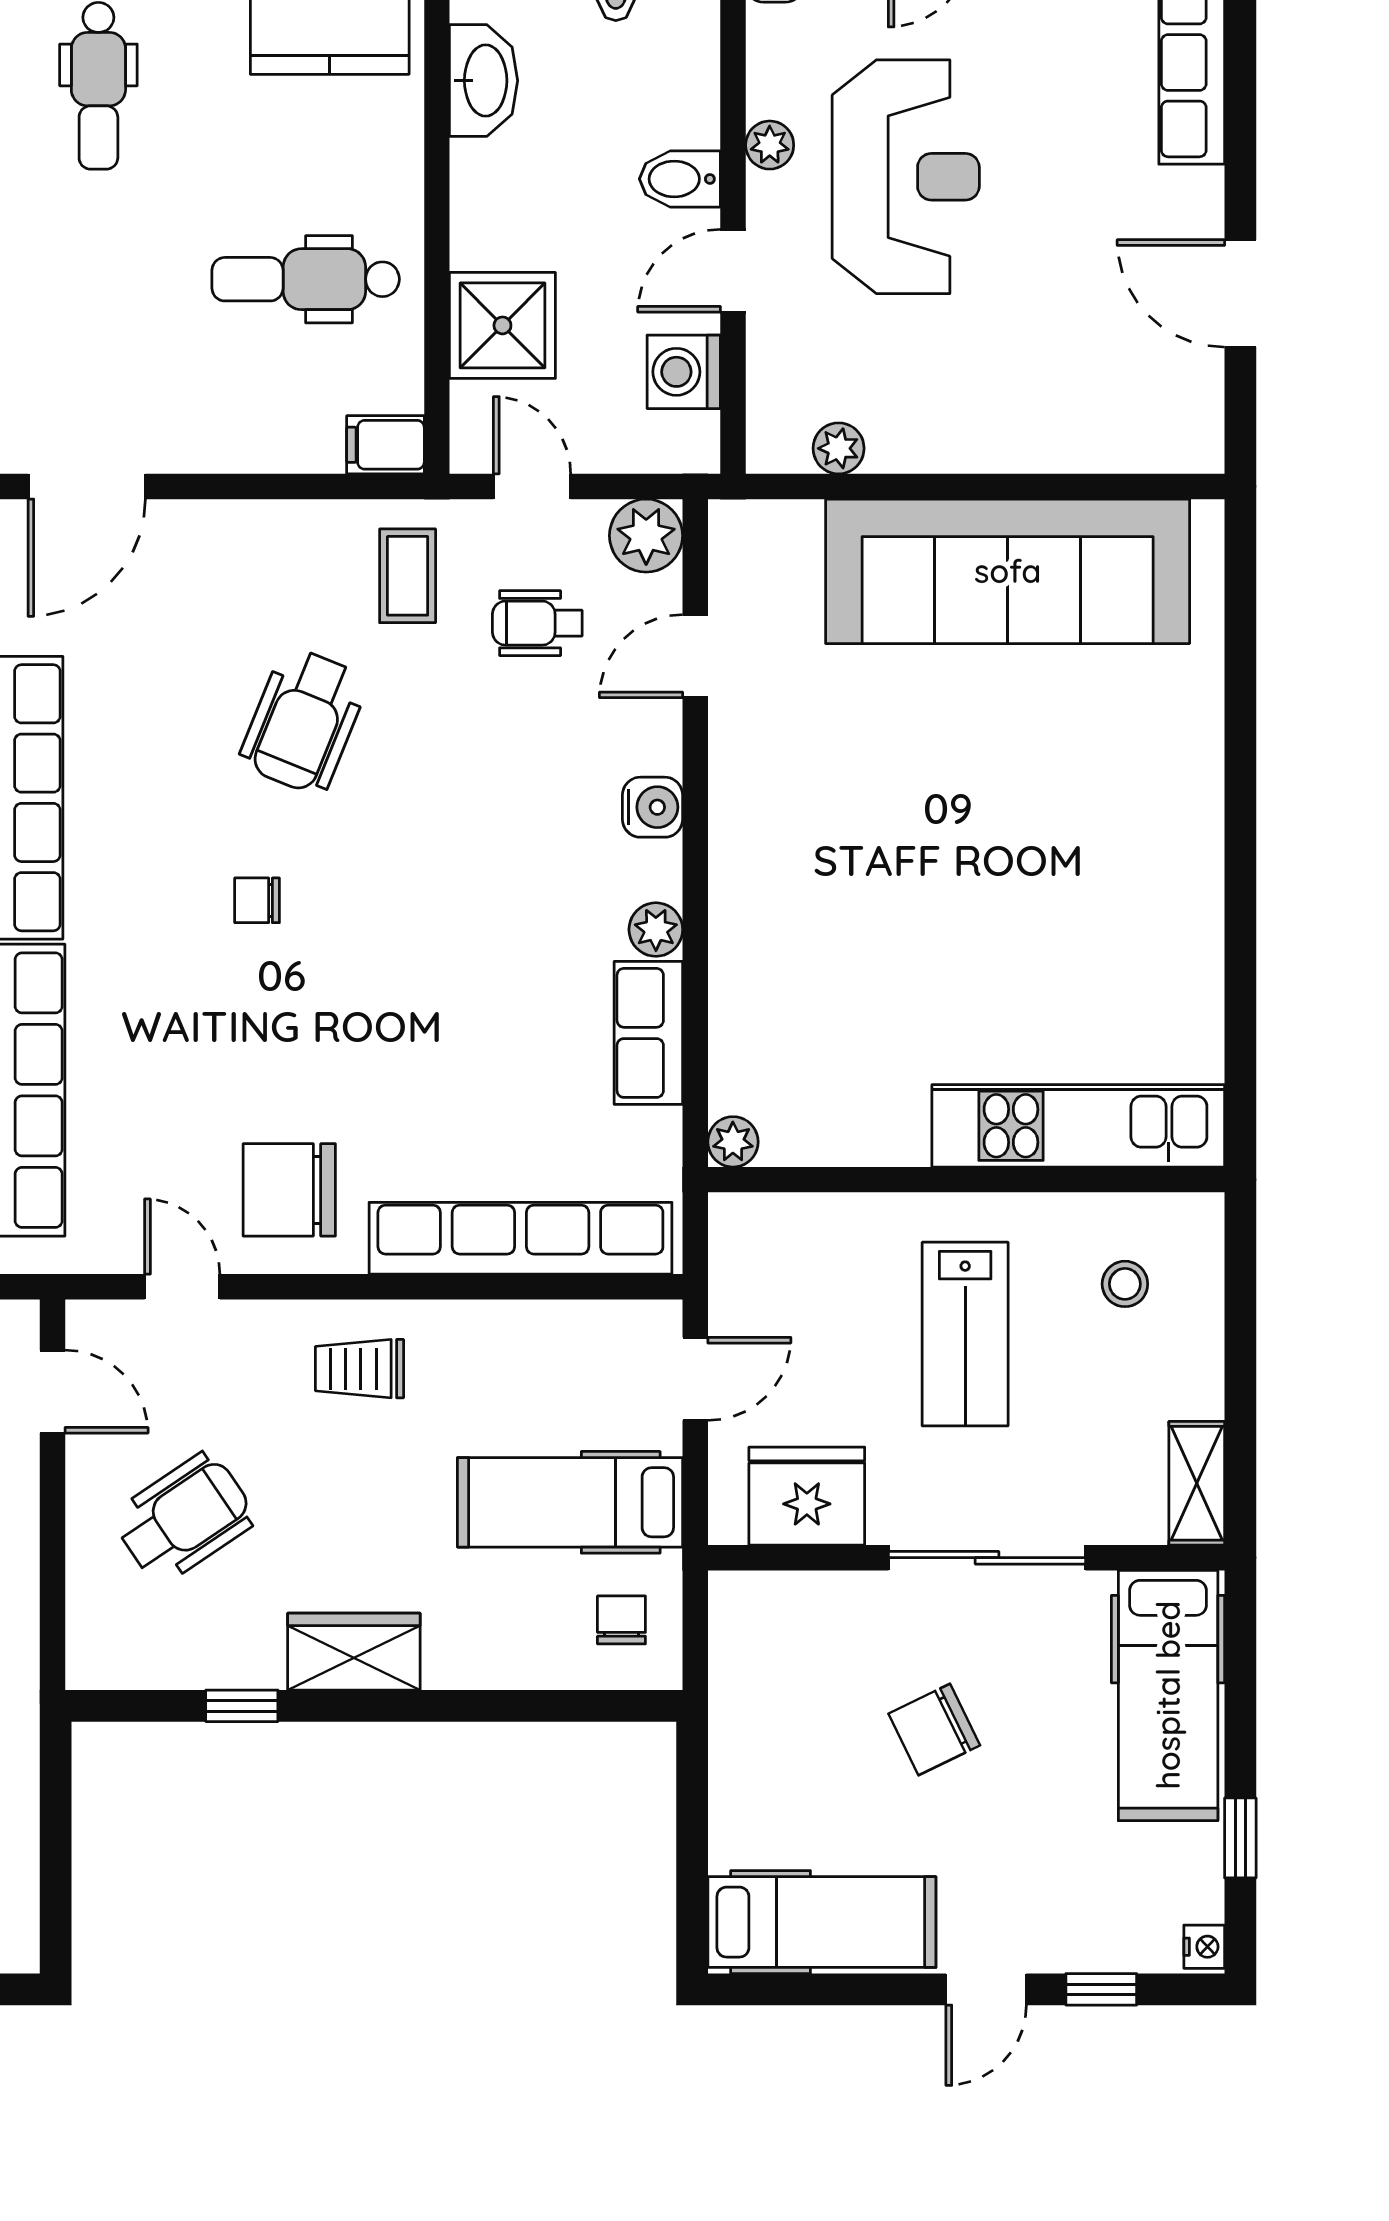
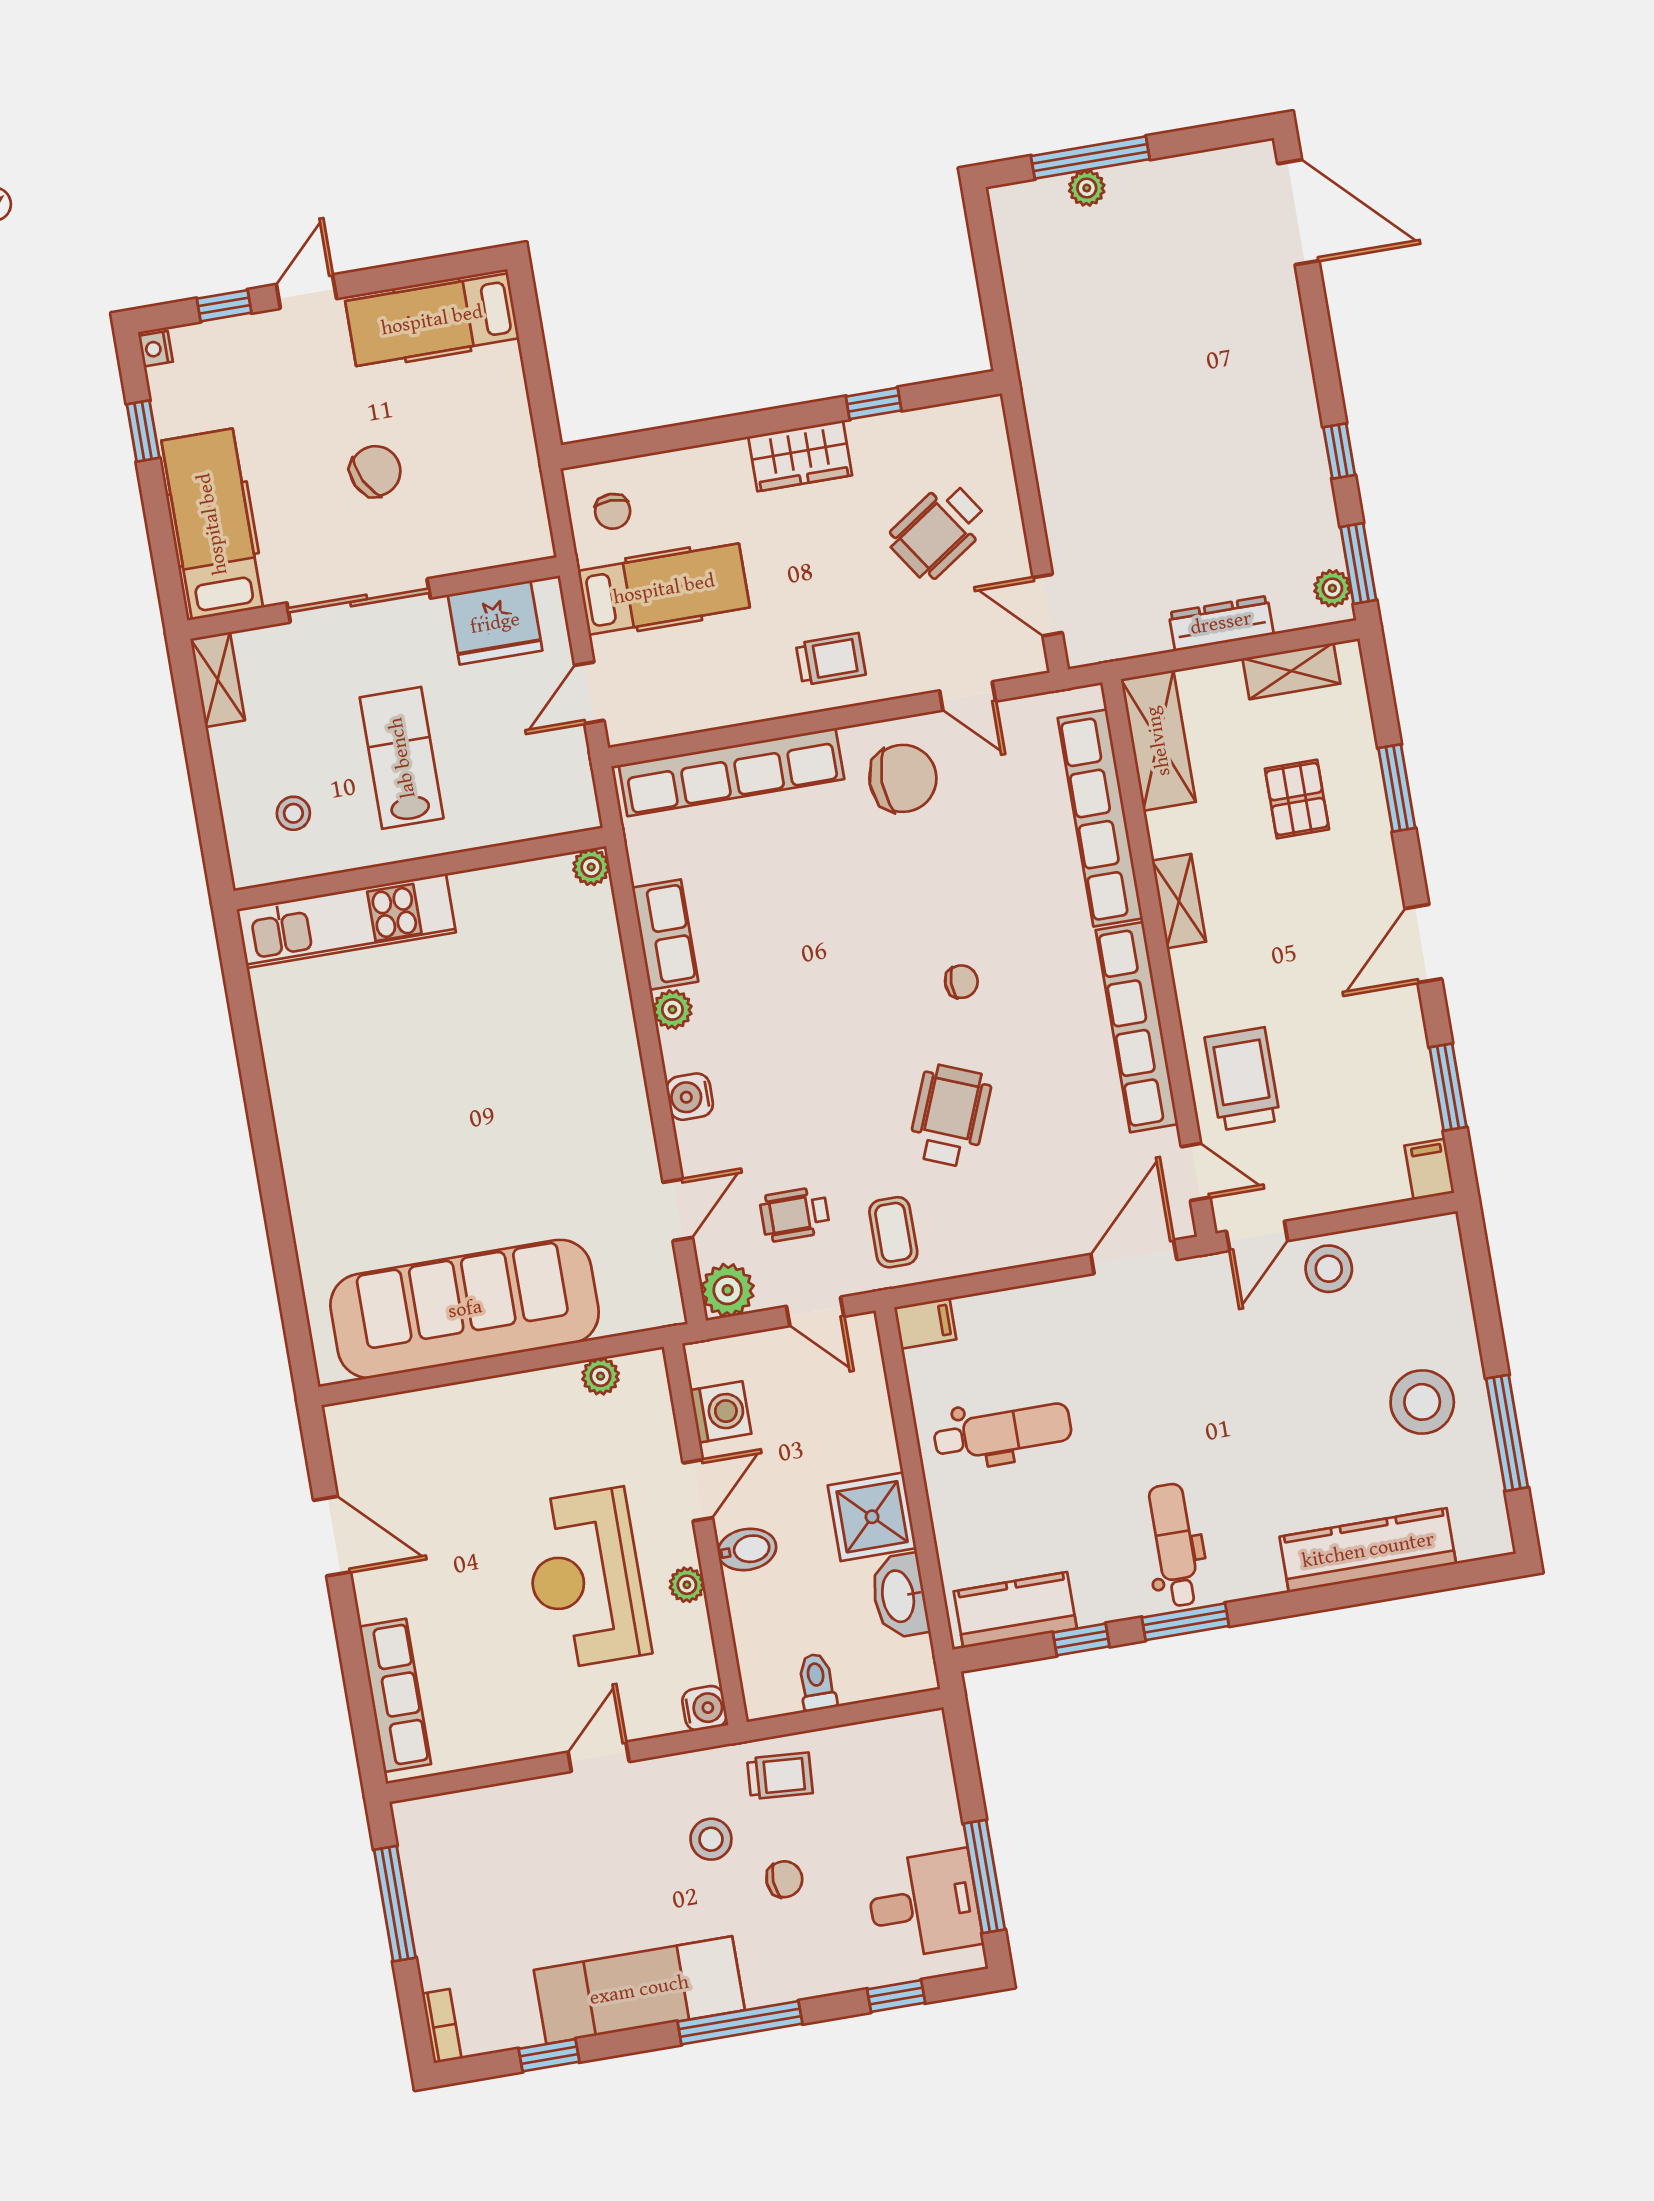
shower: (502, 325) -> (872, 1517), moved
wheelchair: (537, 623) -> (795, 1214), turned 180

